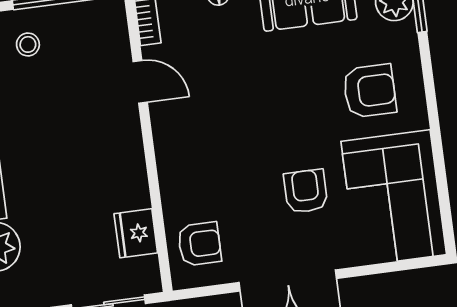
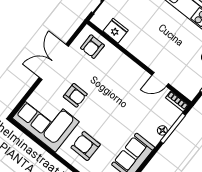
armchair: (370, 91) -> (86, 146), turned 90

